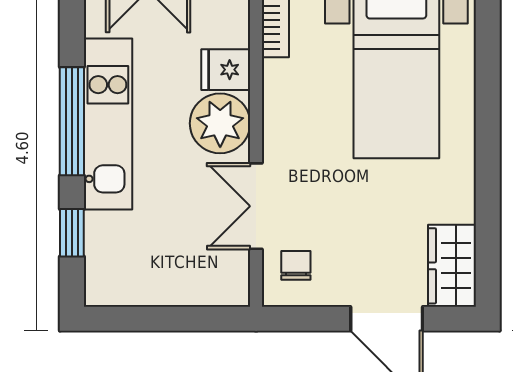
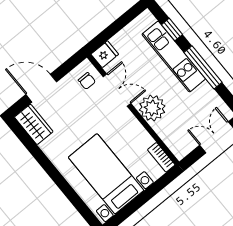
fridge: (226, 70) -> (105, 54), moved
kitchen unit: (108, 124) -> (174, 57), moved

